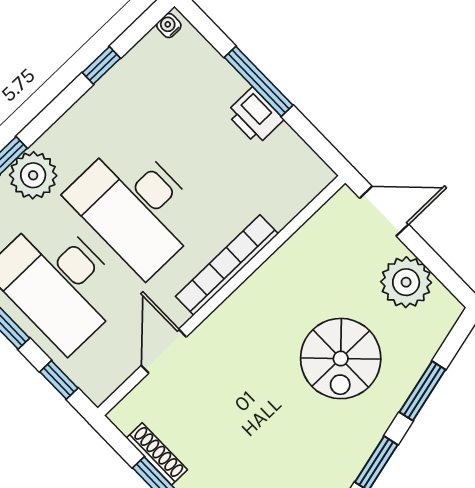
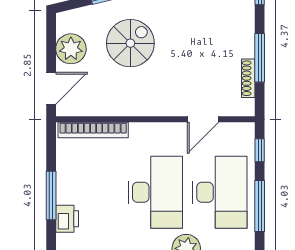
printer: (255, 116) -> (67, 219), moved
door: (384, 211) -> (51, 88), swing flipped
bookcase: (227, 265) -> (93, 130), moved

